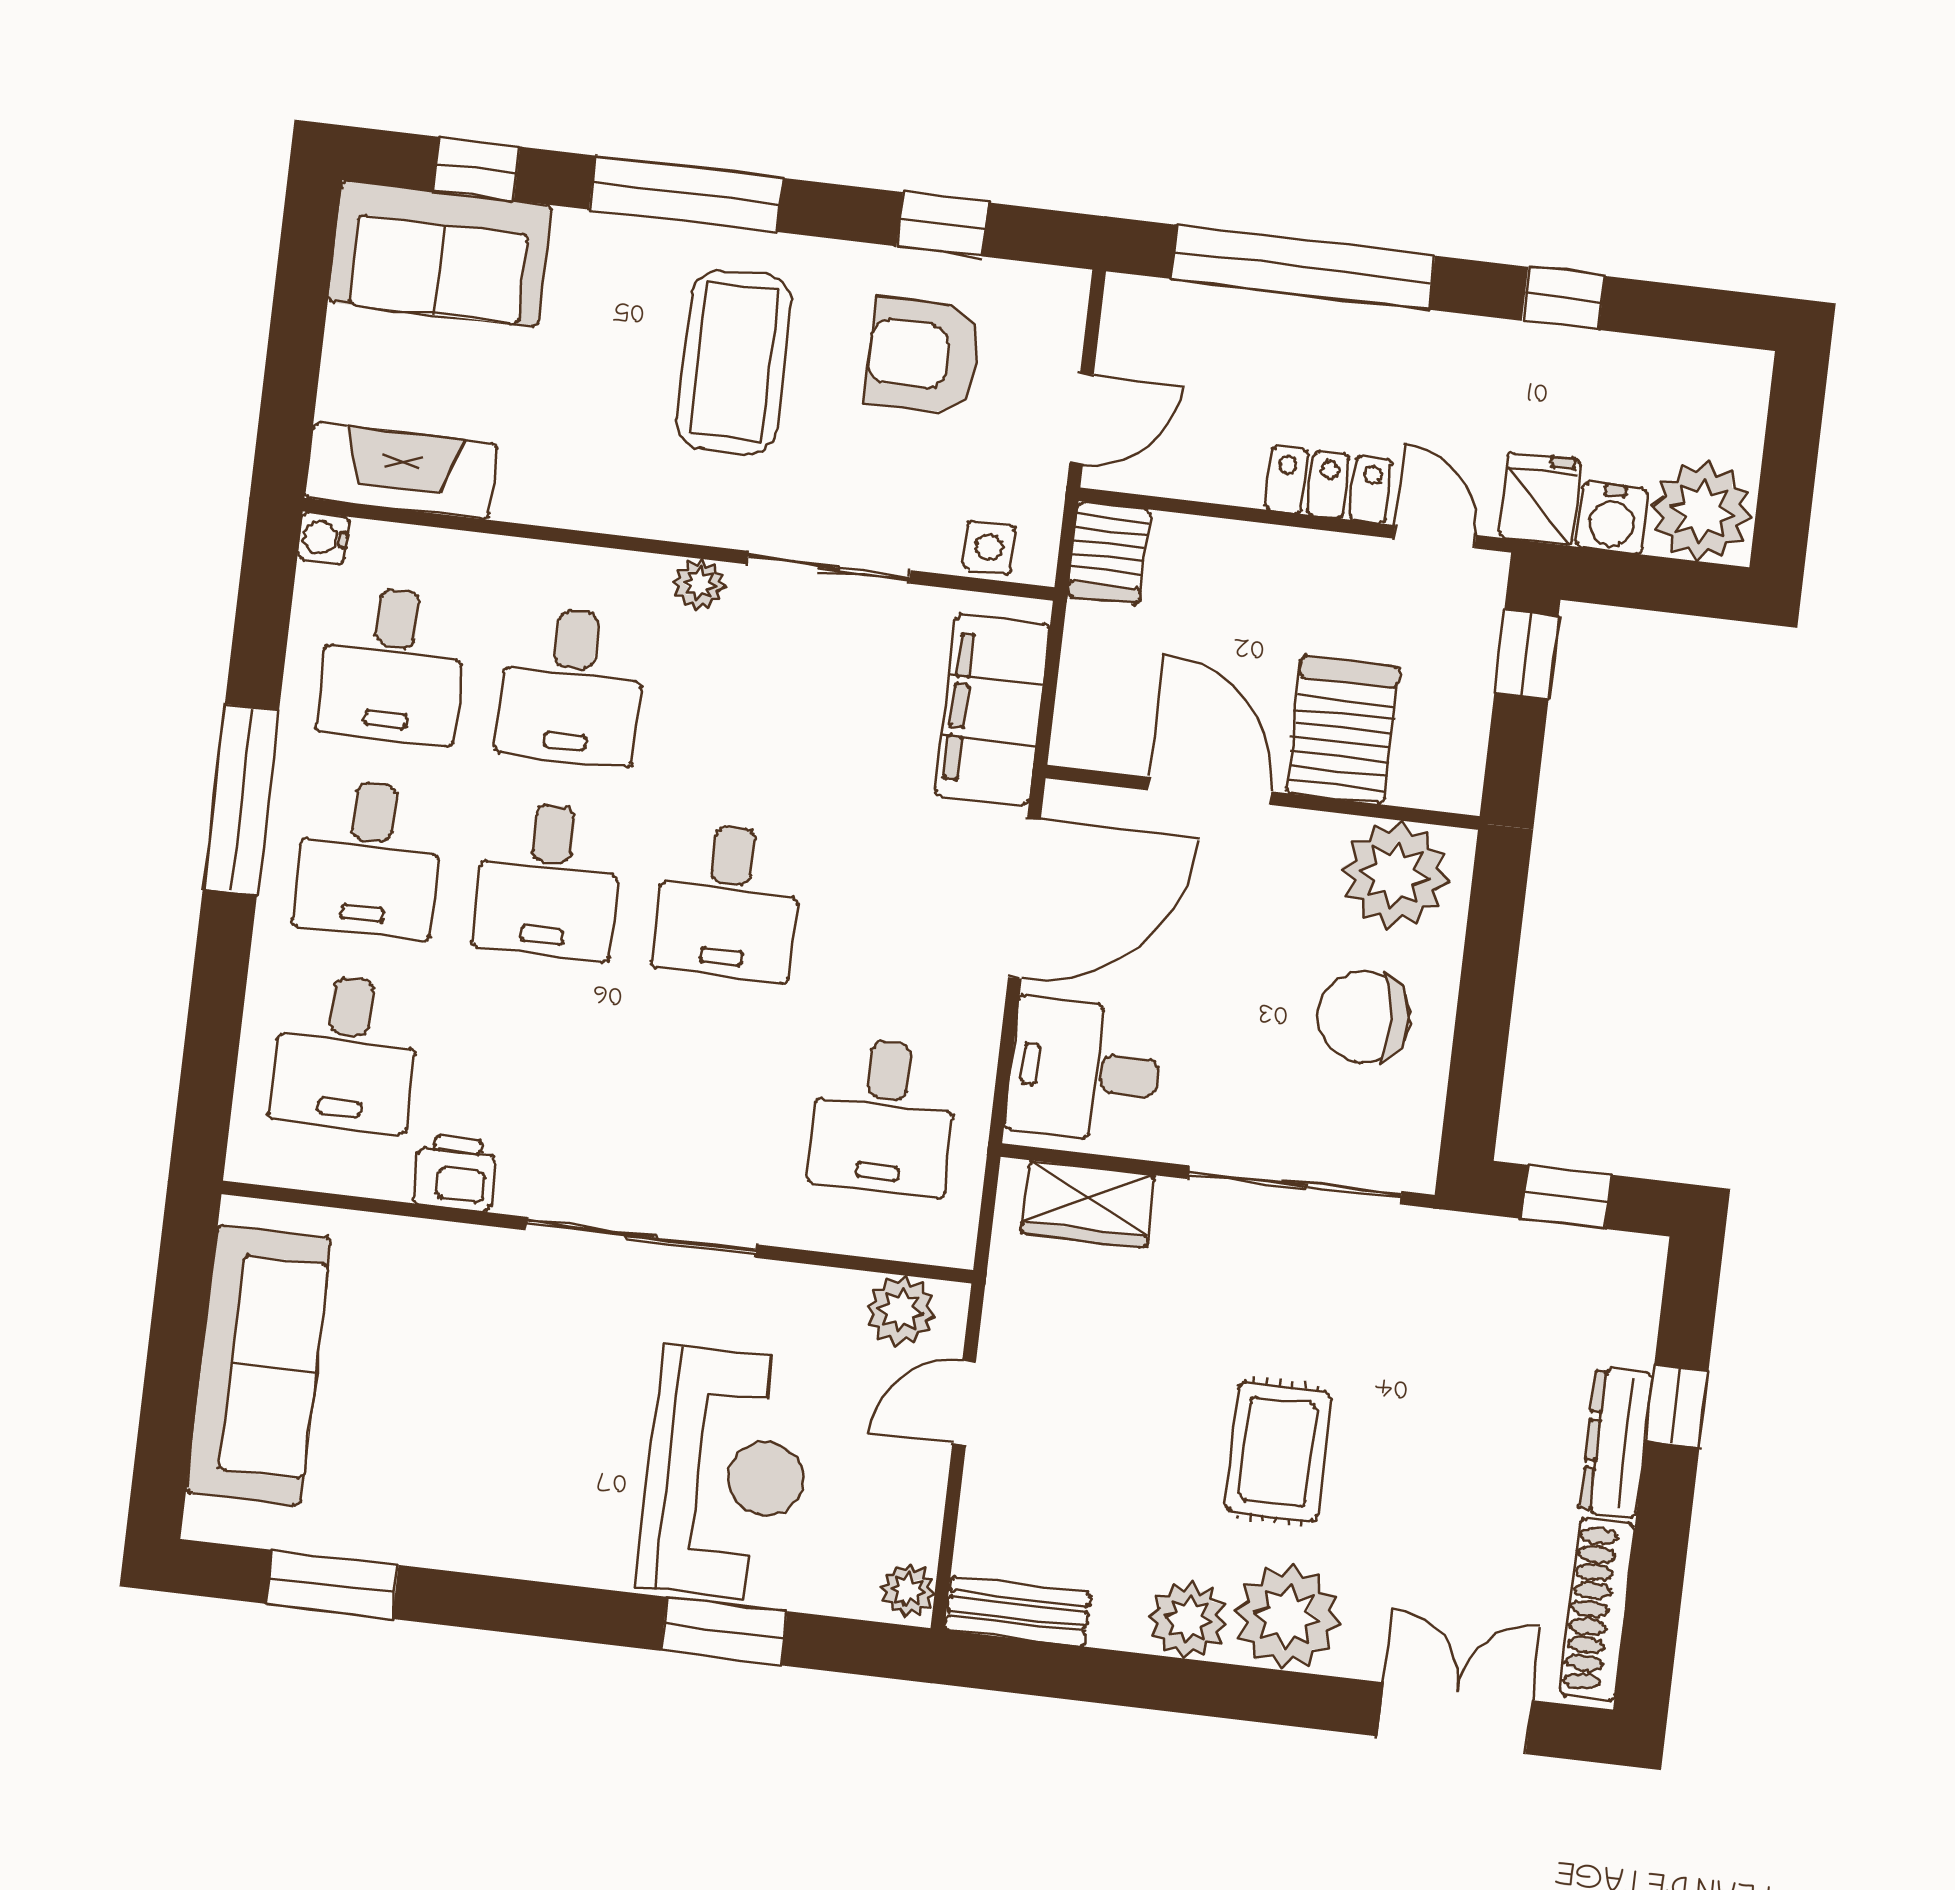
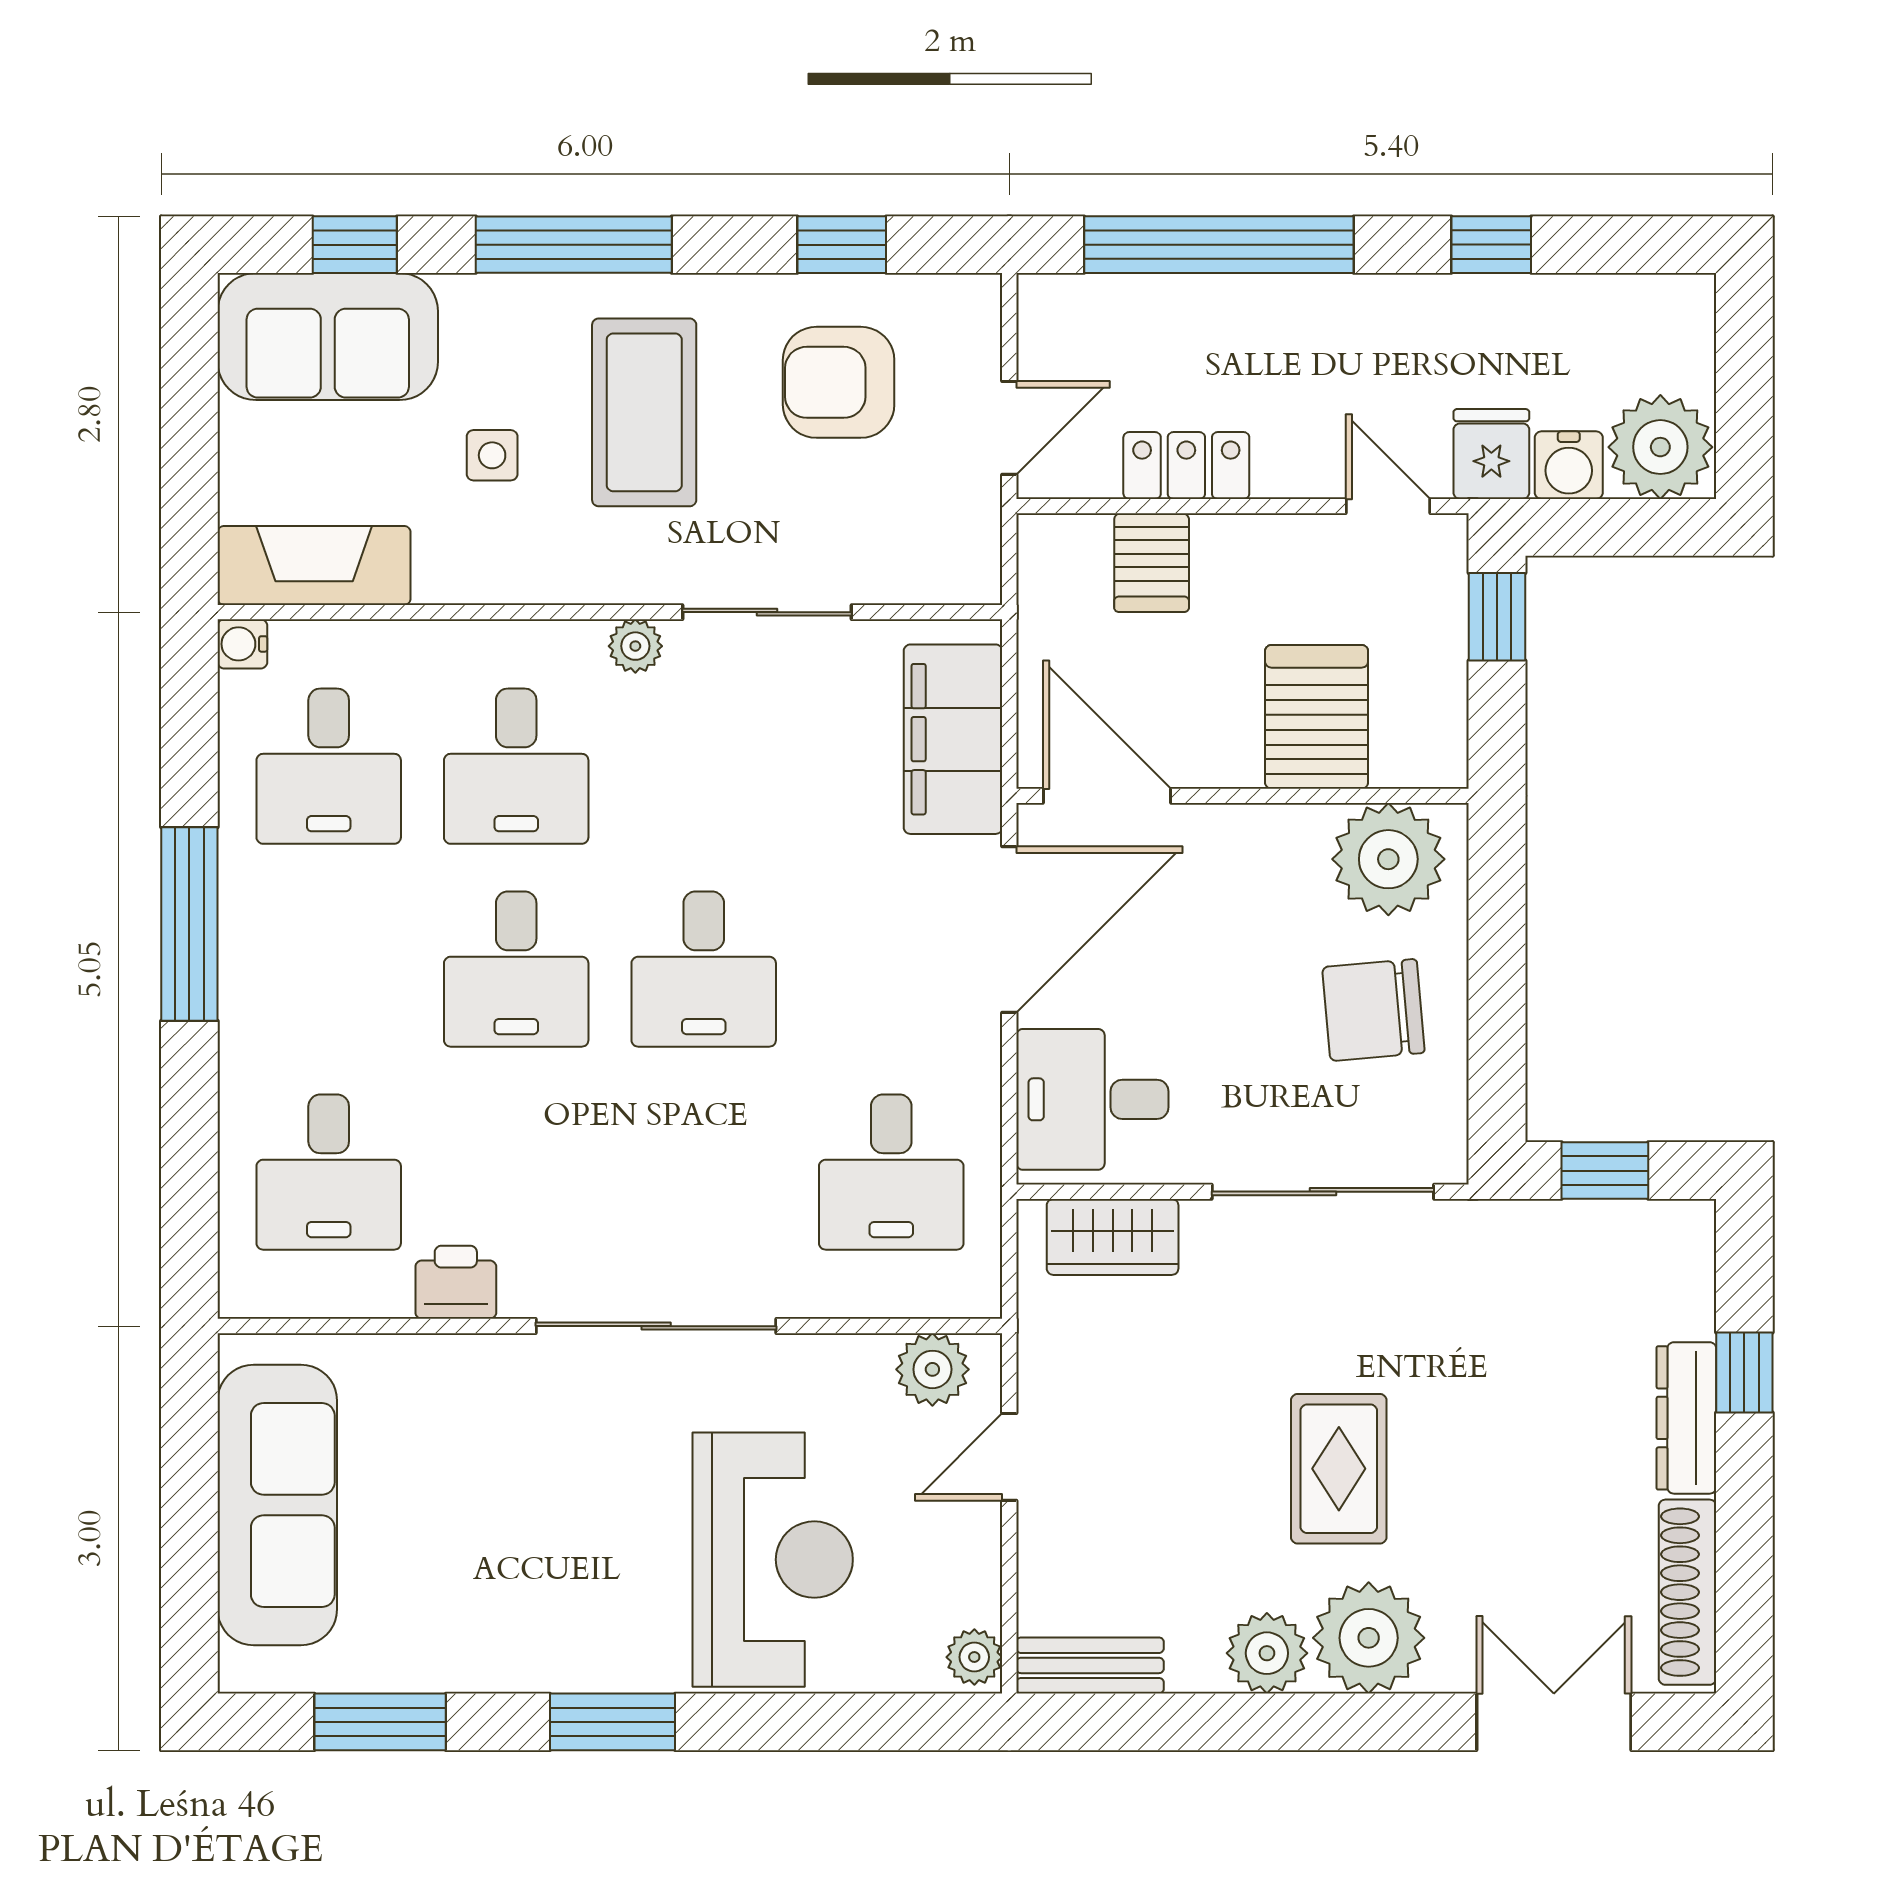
locker: (1329, 485) -> (1186, 466), moved
side table: (989, 547) -> (492, 455), moved
server rack: (1109, 553) -> (1152, 563), moved
door: (1210, 791) -> (1107, 796), moved
desk: (369, 859) -> (329, 969), removed
window: (724, 1631) -> (612, 1722), moved

